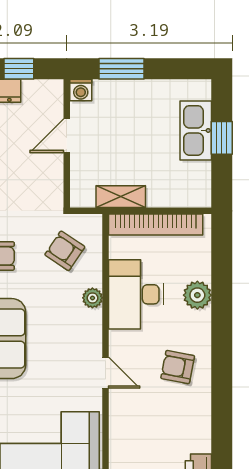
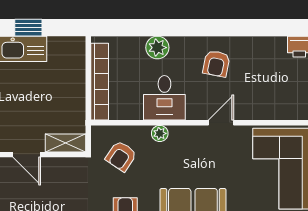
shelving: (121, 197) -> (66, 143), moved, turned 90
desk: (136, 294) -> (164, 98), width x0.73

